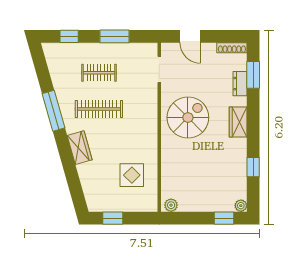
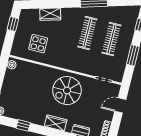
clothes rail: (99, 73) -> (111, 39), width x1.36
spiral stairs: (188, 117) -> (67, 90), turned 90
wardrobe: (80, 148) -> (50, 14), moved

